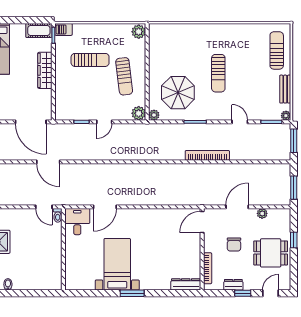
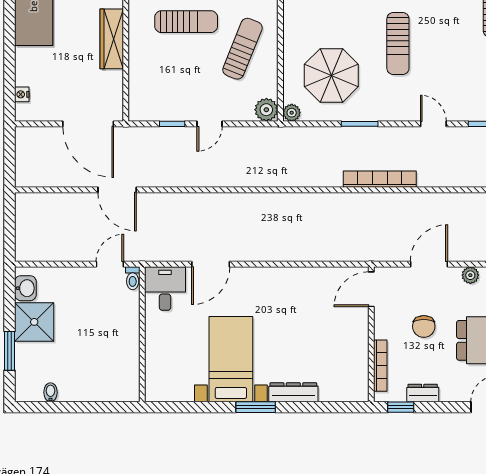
sun lounger: (124, 76) -> (242, 49), turned -151
door: (44, 207) -> (110, 264), swing flipped
dresser: (186, 284) -> (293, 392), moved
window: (243, 293) -> (401, 407), moved

